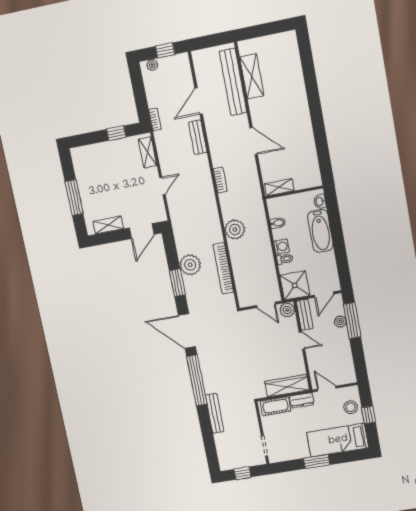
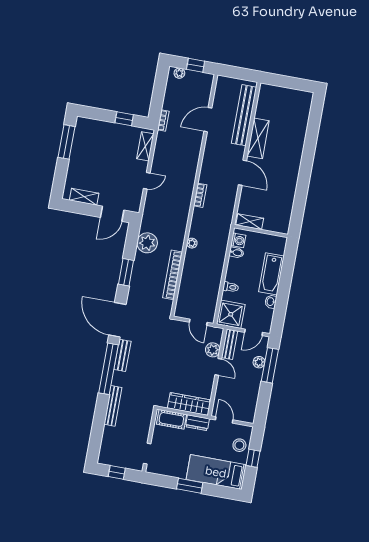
shelving: (252, 76) -> (258, 138), moved
bench: (198, 137) -> (122, 355), moved
window: (74, 198) -> (66, 142), moved
washbasin: (320, 201) -> (271, 302), moved
plant: (235, 229) -> (192, 243), width x0.53, depth x0.53
washing machine: (282, 247) -> (238, 240), moved
plant: (190, 265) -> (147, 243), moved
plant: (287, 310) -> (213, 350), moved

